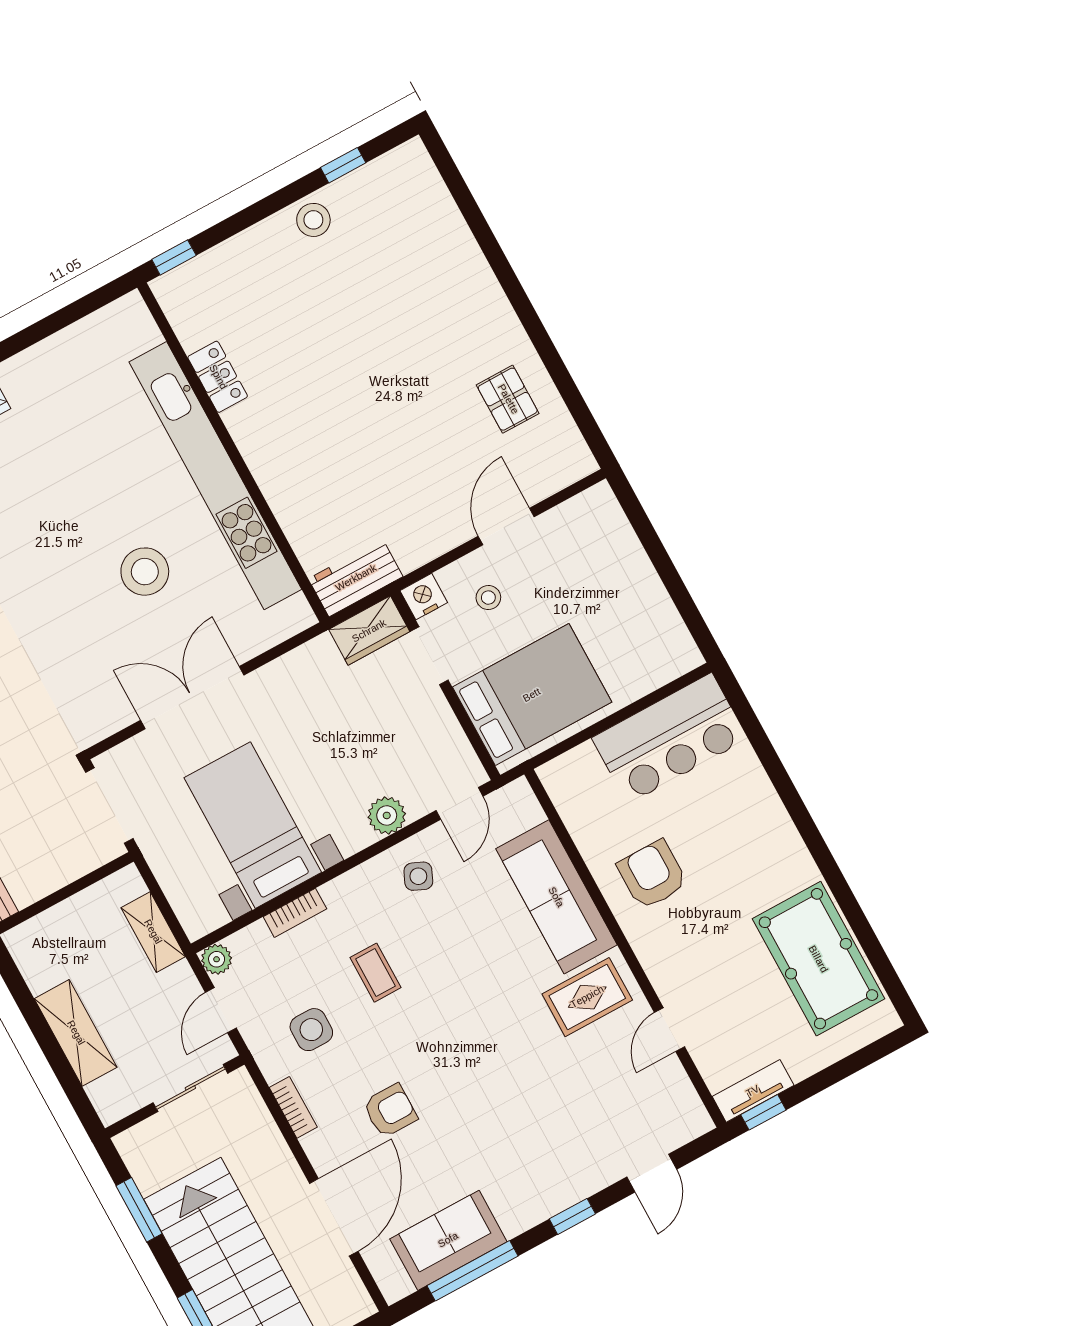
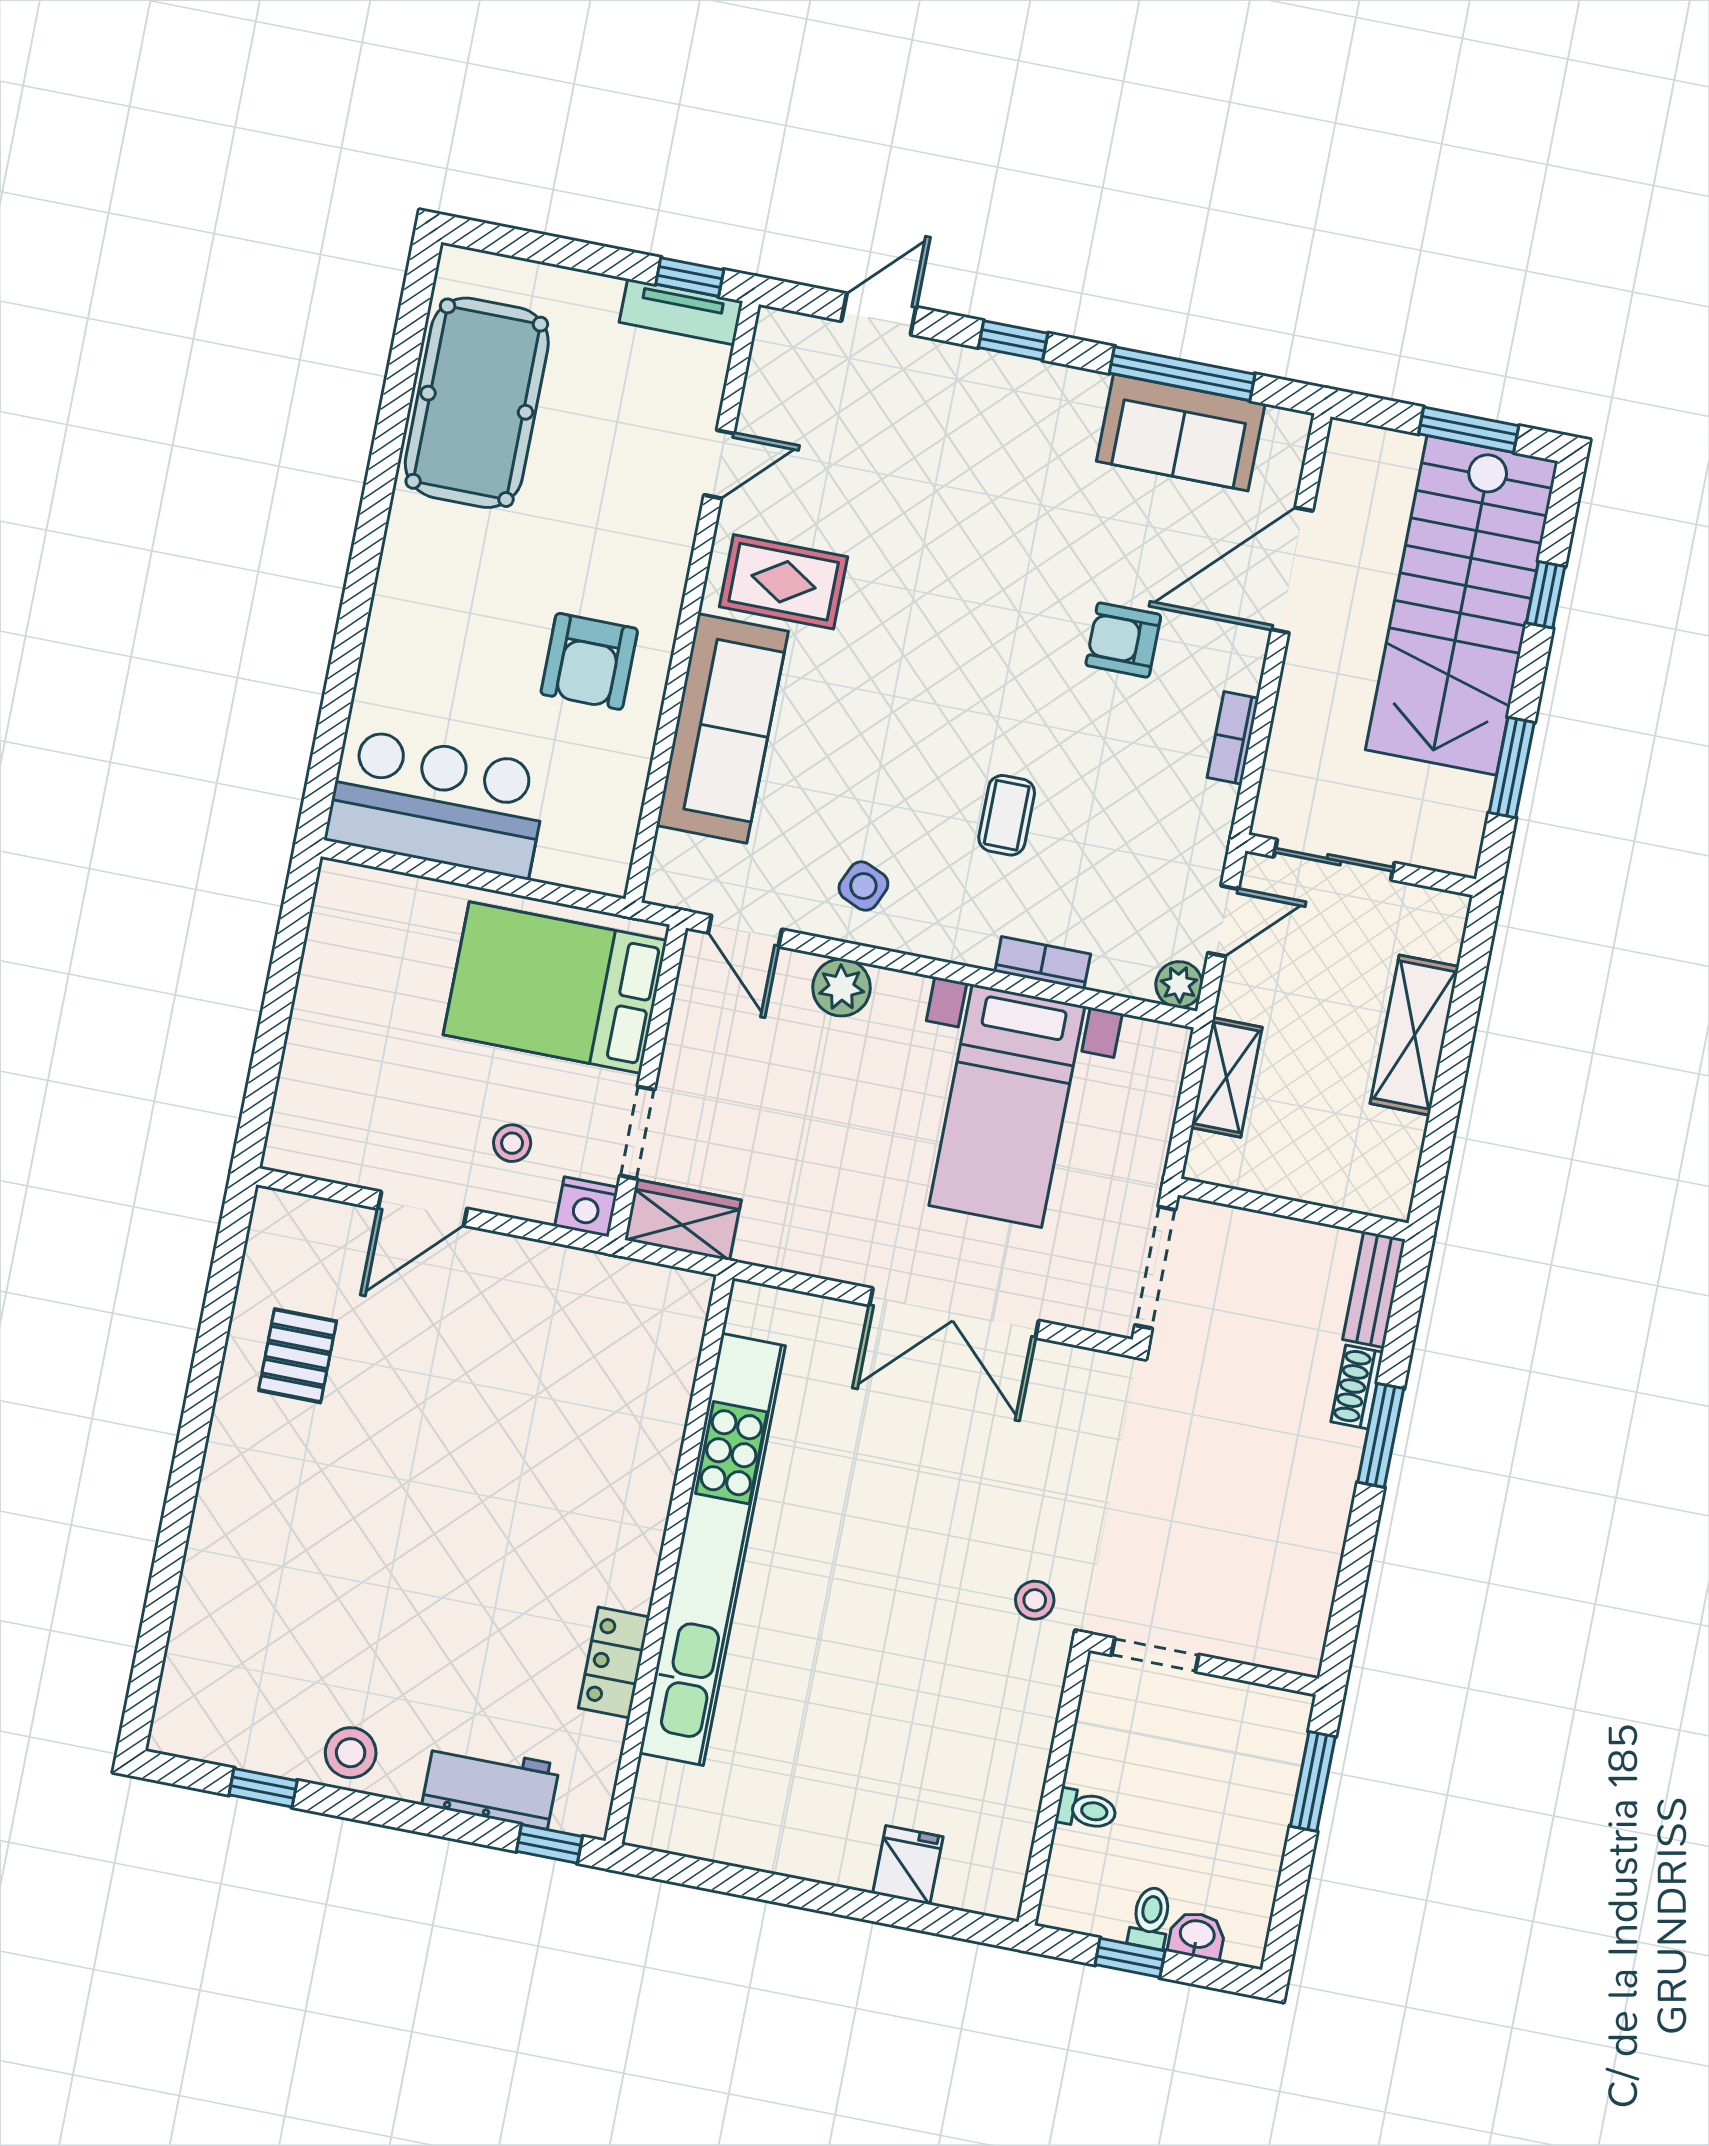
stool: (145, 572) -> (1035, 1600), moved, width x0.53, depth x0.53
workbench: (356, 578) -> (491, 1785), moved, turned 180
door: (460, 803) -> (745, 931), swing flipped
side table: (311, 1030) -> (1137, 811), removed

